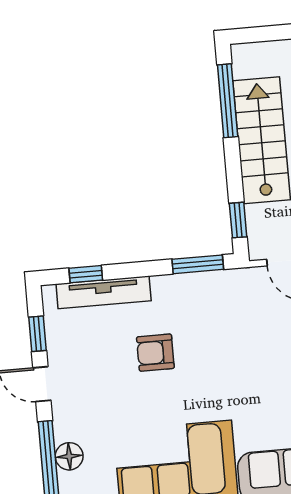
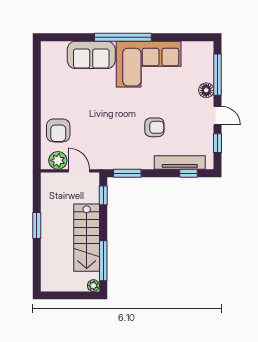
plant: (242, 54) -> (93, 286), added
floor lamp: (69, 456) -> (206, 90), moved

